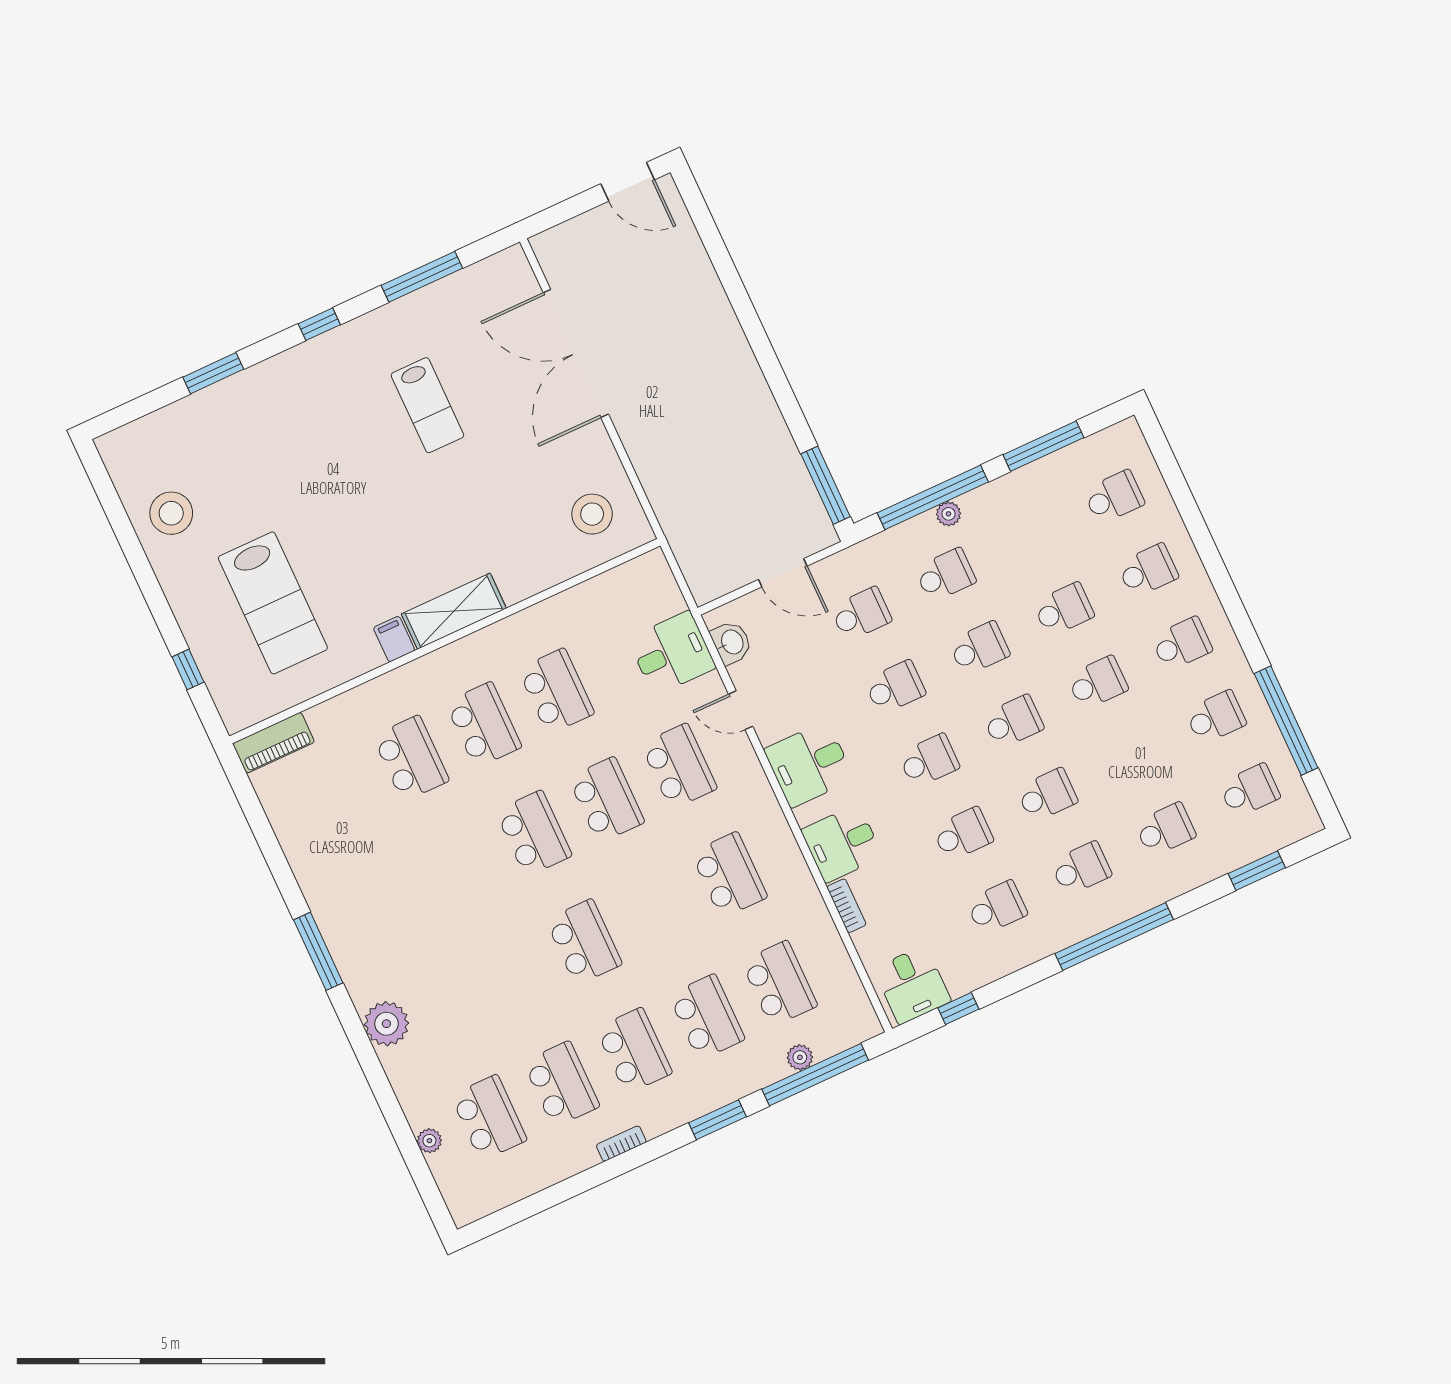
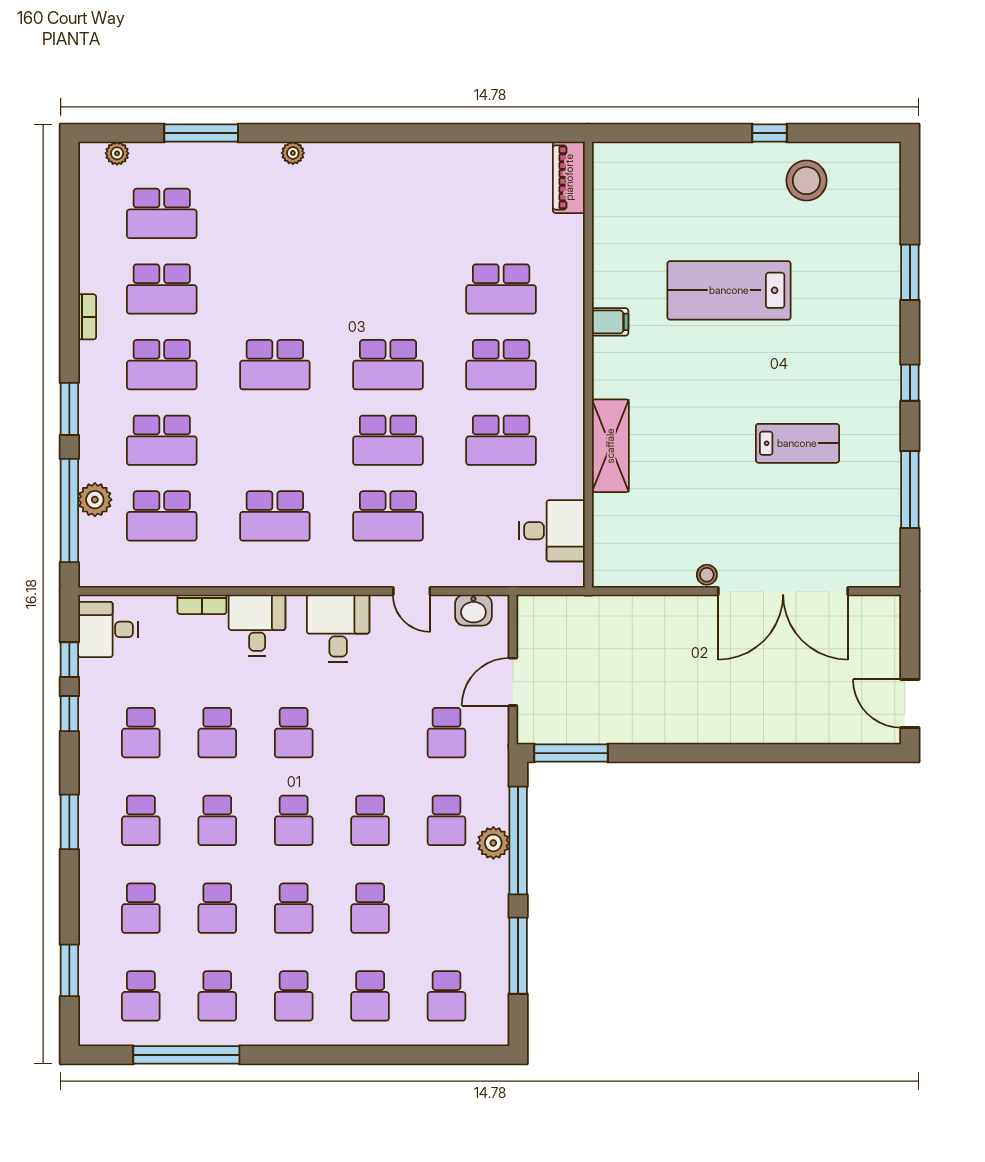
door: (628, 182) -> (910, 704), hinge flipped
double door: (576, 353) -> (783, 591), swing flipped
lab bench: (427, 405) -> (797, 443), turned 180
stool: (592, 514) -> (707, 575), moved, width x0.53, depth x0.53
plant: (948, 514) -> (493, 843), width x1.38, depth x1.38
lab bench: (273, 603) -> (729, 290), moved
shelving: (454, 611) -> (610, 446), moved
desk: (672, 653) -> (552, 531), moved, turned -90
window: (188, 669) -> (769, 133), moved
school desk: (895, 687) -> (217, 908), moved
door: (741, 710) -> (412, 591), swing flipped
window: (1114, 937) -> (69, 822), width x0.47
window: (318, 951) -> (201, 133), moved
window: (1010, 985) -> (69, 714), added
plant: (386, 1024) -> (293, 153), width x0.53, depth x0.53
plant: (800, 1057) -> (95, 500), width x1.38, depth x1.38
plant: (429, 1141) -> (117, 153), moved

